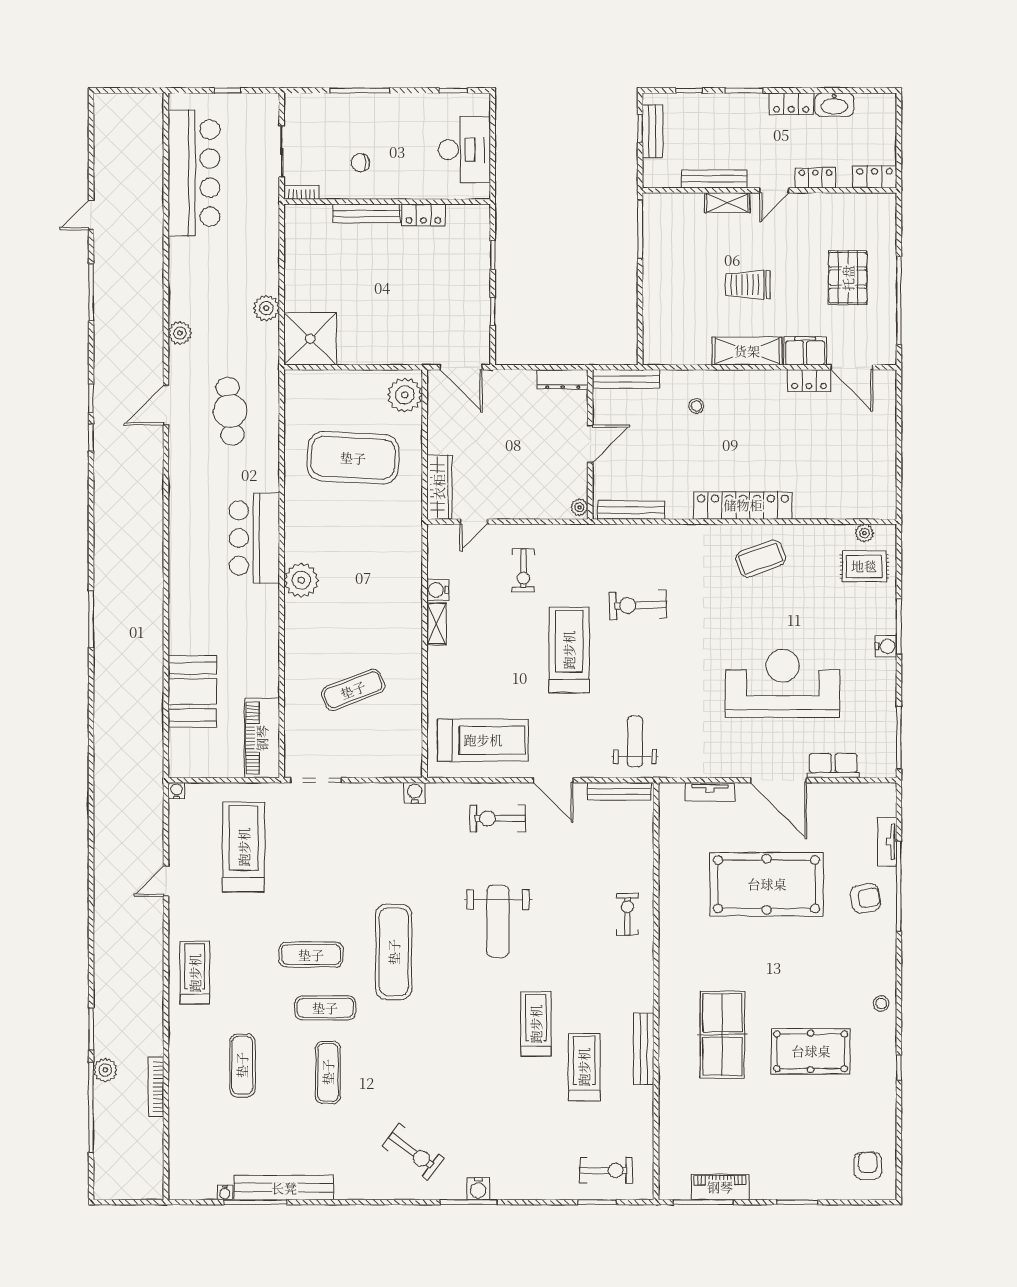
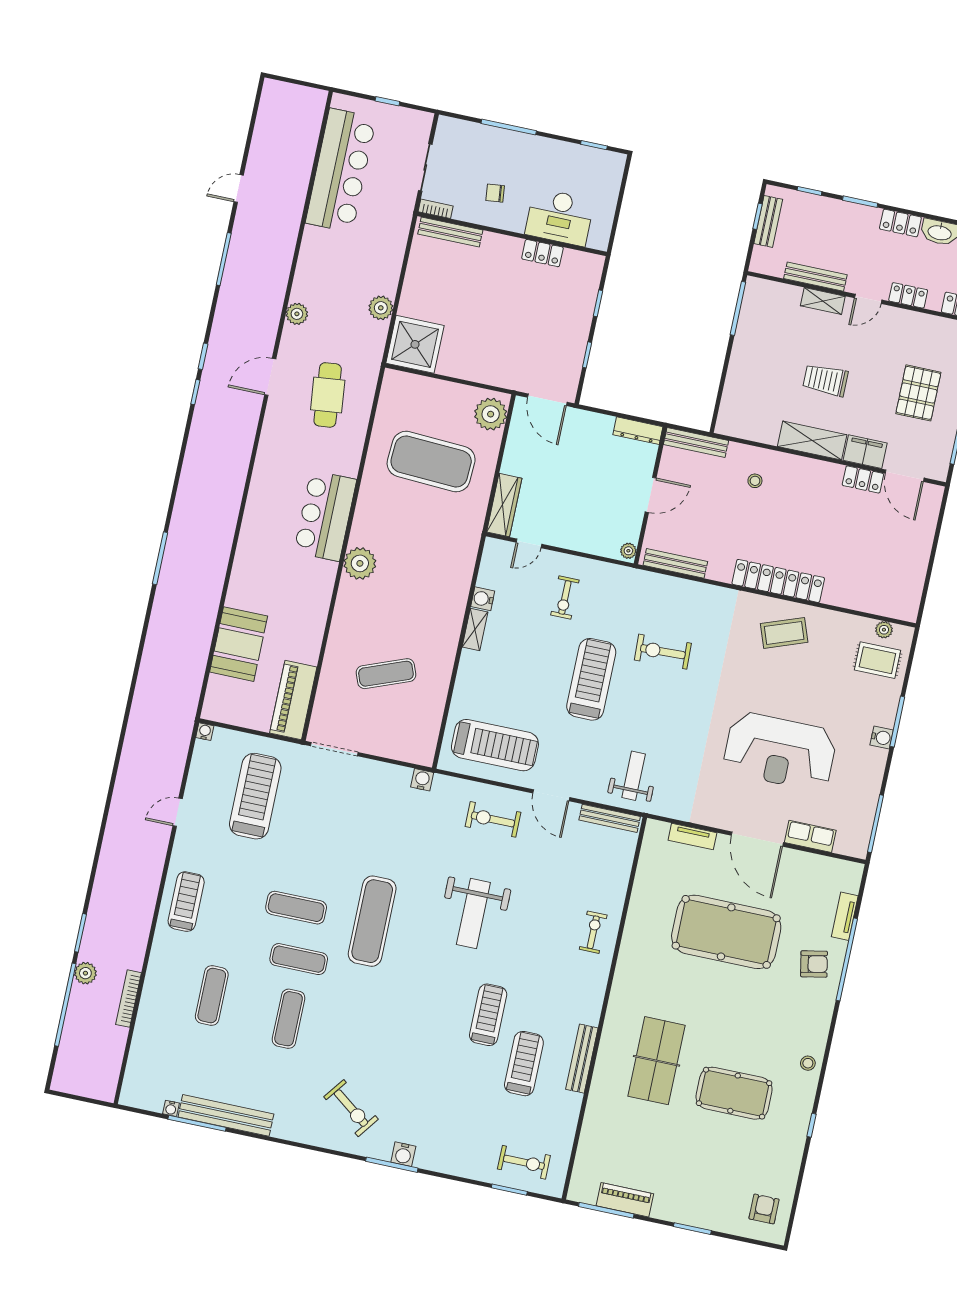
desk: (464, 150) -> (560, 217), moved, turned 90
bench: (366, 213) -> (450, 232), moved
reception desk: (783, 683) -> (780, 751), turned 180

